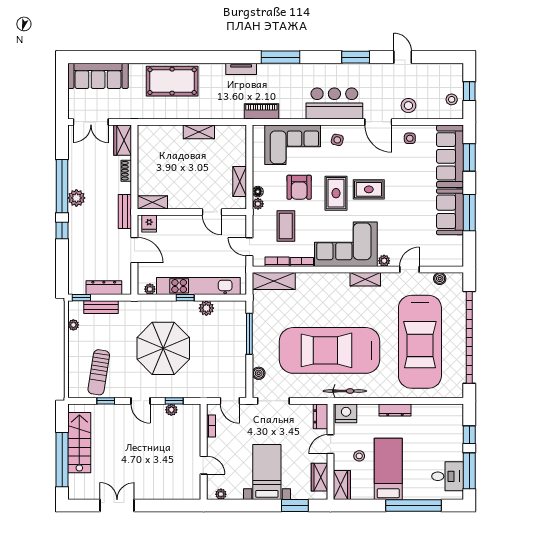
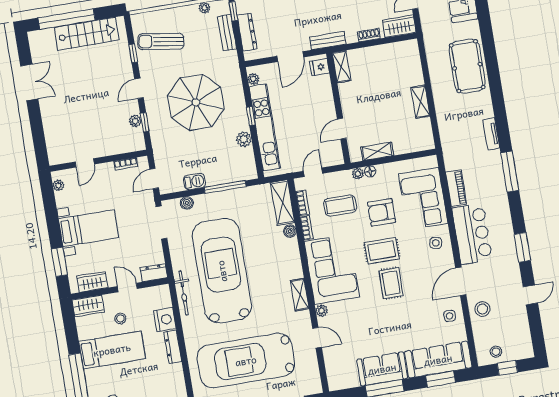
piano: (261, 111) -> (456, 188), moved
boiler: (440, 279) -> (290, 231), moved
barbecue: (239, 362) -> (194, 182), added
nightstand: (346, 413) -> (165, 320), moved

